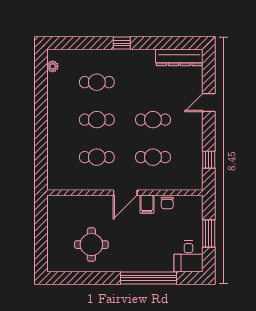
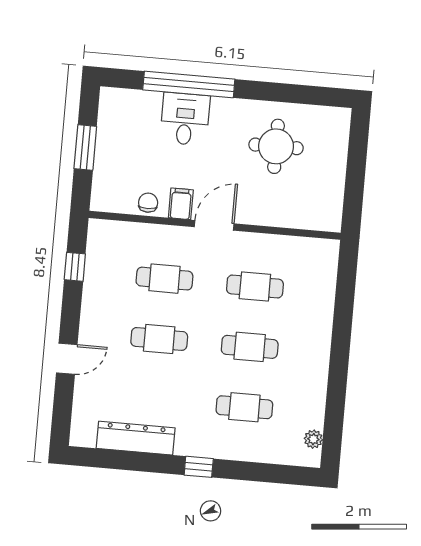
dresser: (179, 57) -> (136, 438), moved
desk: (188, 257) -> (185, 119), moved

